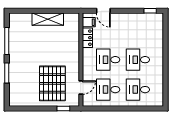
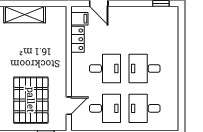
desk: (108, 60) -> (105, 68), turned 180
desk: (108, 90) -> (105, 108), turned 180

